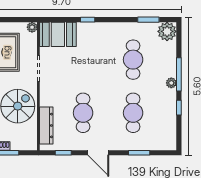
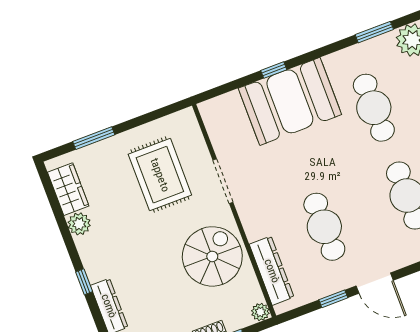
plant: (32, 27) -> (260, 312), moved
booth: (58, 34) -> (290, 101), moved, width x1.36, depth x1.42
window: (63, 153) -> (333, 299), moved

